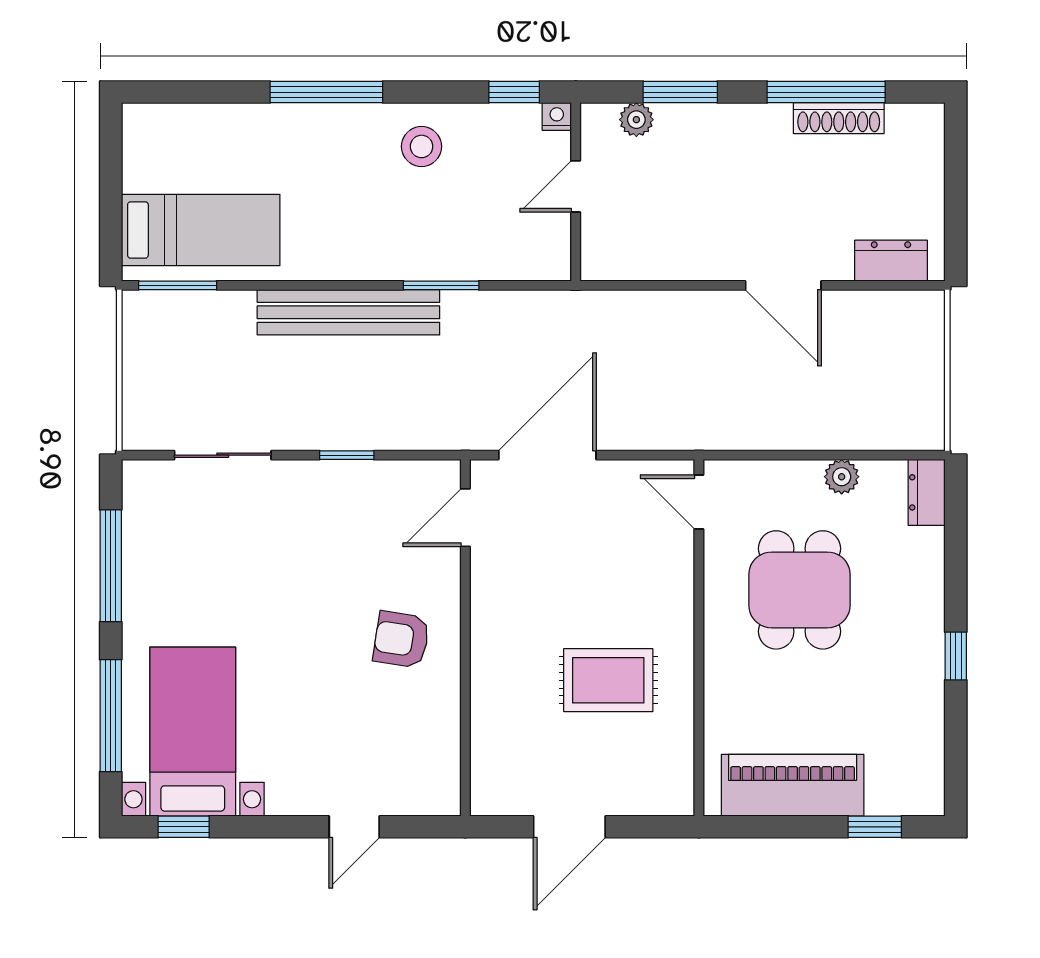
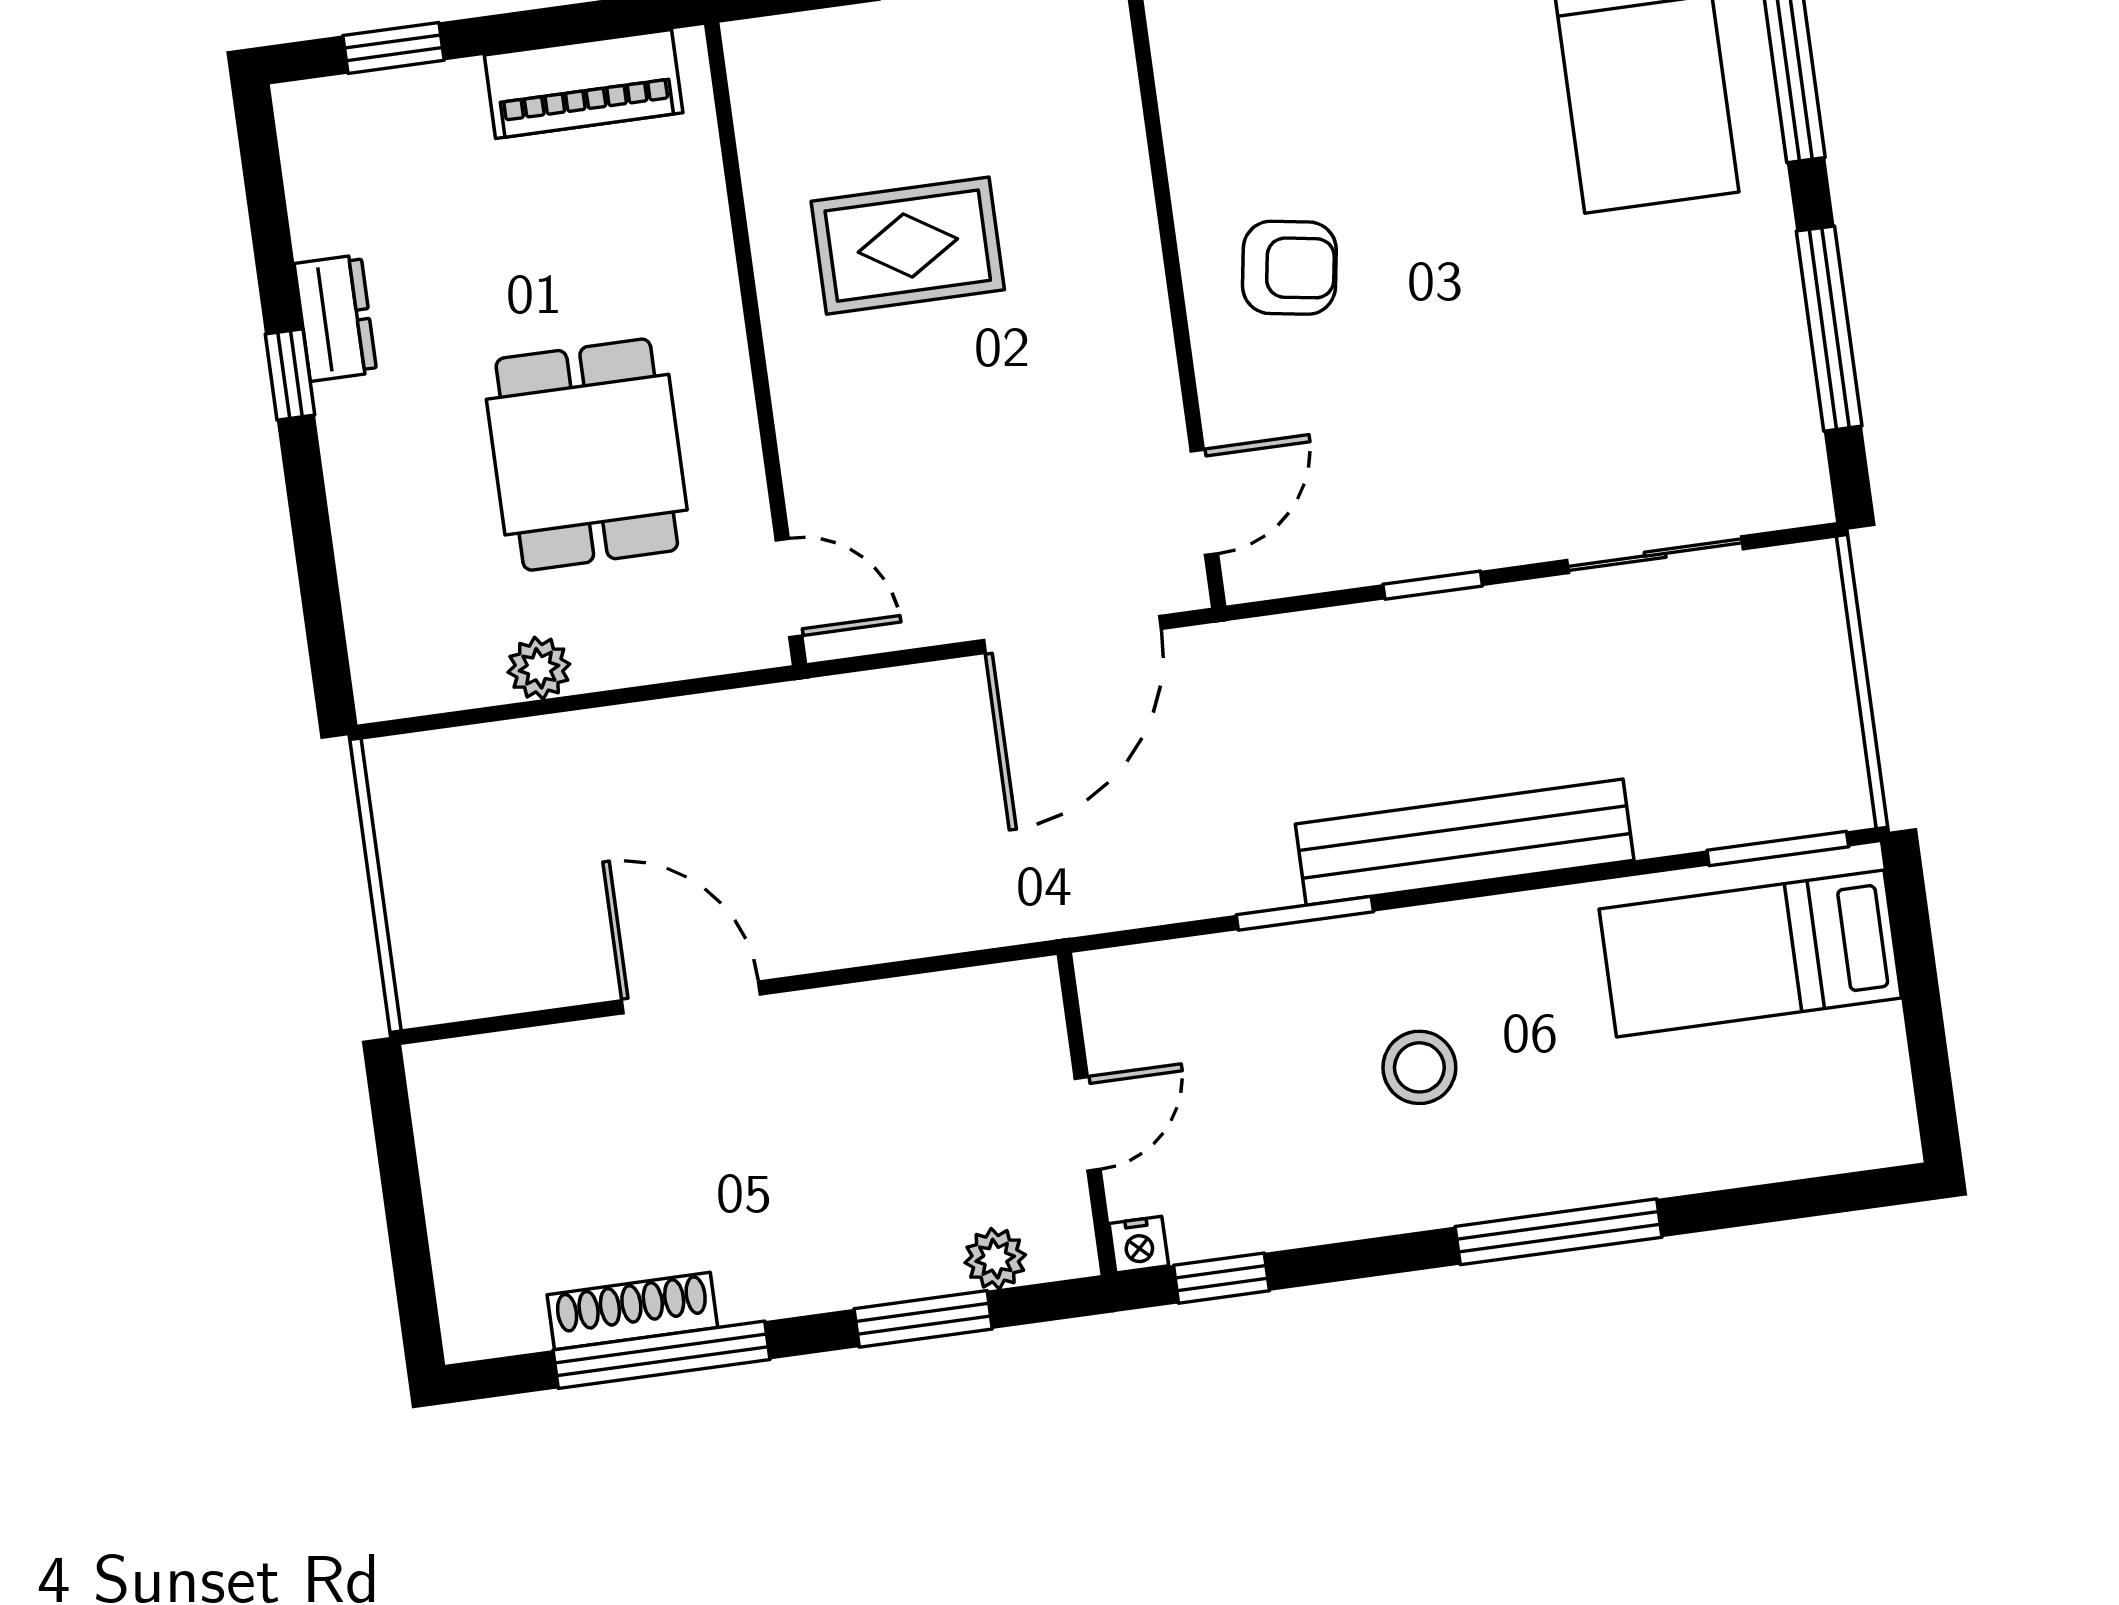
stool: (422, 146) -> (1419, 1067), moved
dresser: (891, 261) -> (504, 1068), removed
dresser: (927, 492) -> (336, 318), moved
piano: (793, 785) -> (584, 84), width x0.73, depth x0.75

